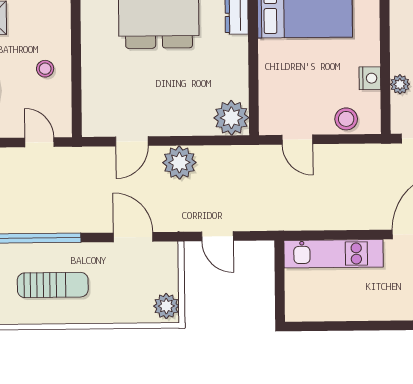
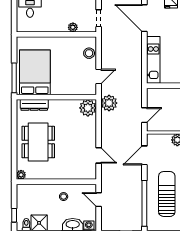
nightstand: (370, 78) -> (70, 42), removed
door: (39, 142) -> (99, 200), hinge flipped
plant: (179, 163) -> (109, 103), moved
sun lounger: (53, 285) -> (167, 194), width x1.36, depth x1.34

